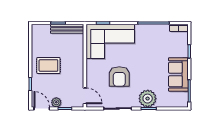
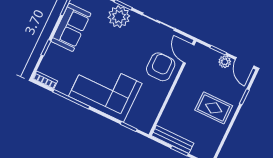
corner sofa: (110, 41) -> (105, 90), moved
armchair: (119, 77) -> (161, 67), moved

